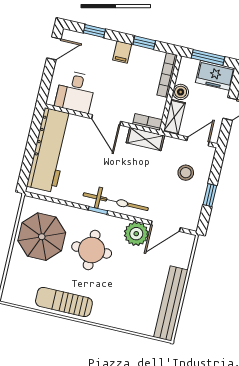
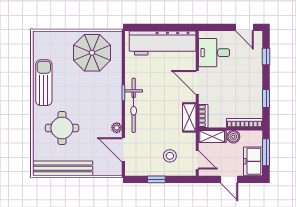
filing cabinet: (122, 52) -> (254, 83), removed
door: (106, 120) -> (197, 82), hinge flipped
plant: (136, 234) -> (117, 128), width x0.53, depth x0.53
round table: (92, 250) -> (62, 128), moved

